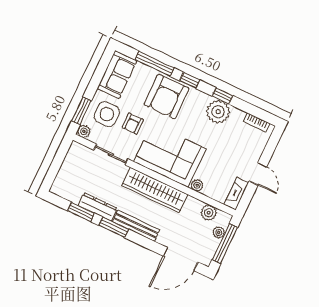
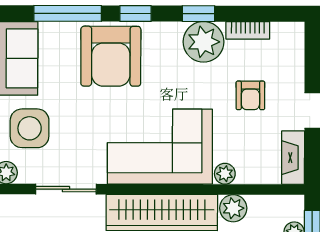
bookcase: (257, 122) -> (248, 30), moved
armchair: (133, 124) -> (250, 95), moved
plant: (209, 213) -> (233, 208), moved

